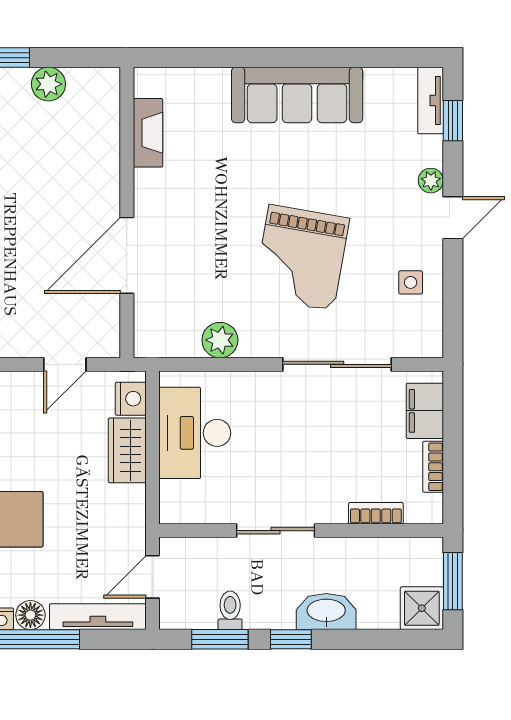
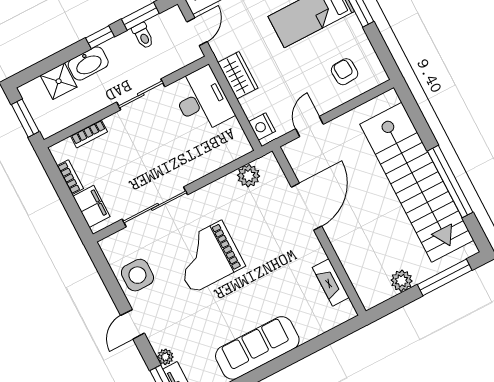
plant: (431, 181) -> (165, 357), moved
grand piano: (301, 258) -> (207, 257), turned -100
side table: (411, 282) -> (137, 275), width x1.87, depth x1.87
plant: (220, 340) -> (249, 176), moved
desk: (195, 433) -> (202, 100), moved
wardrobe: (127, 450) -> (238, 75), moved
shower: (422, 608) -> (59, 81), moved

